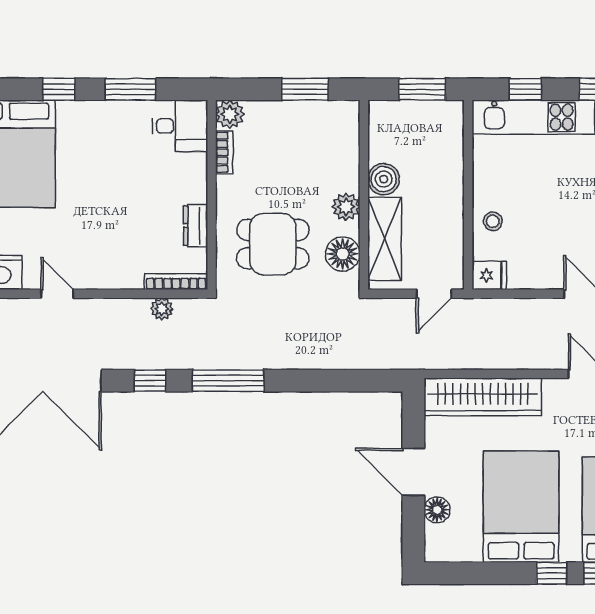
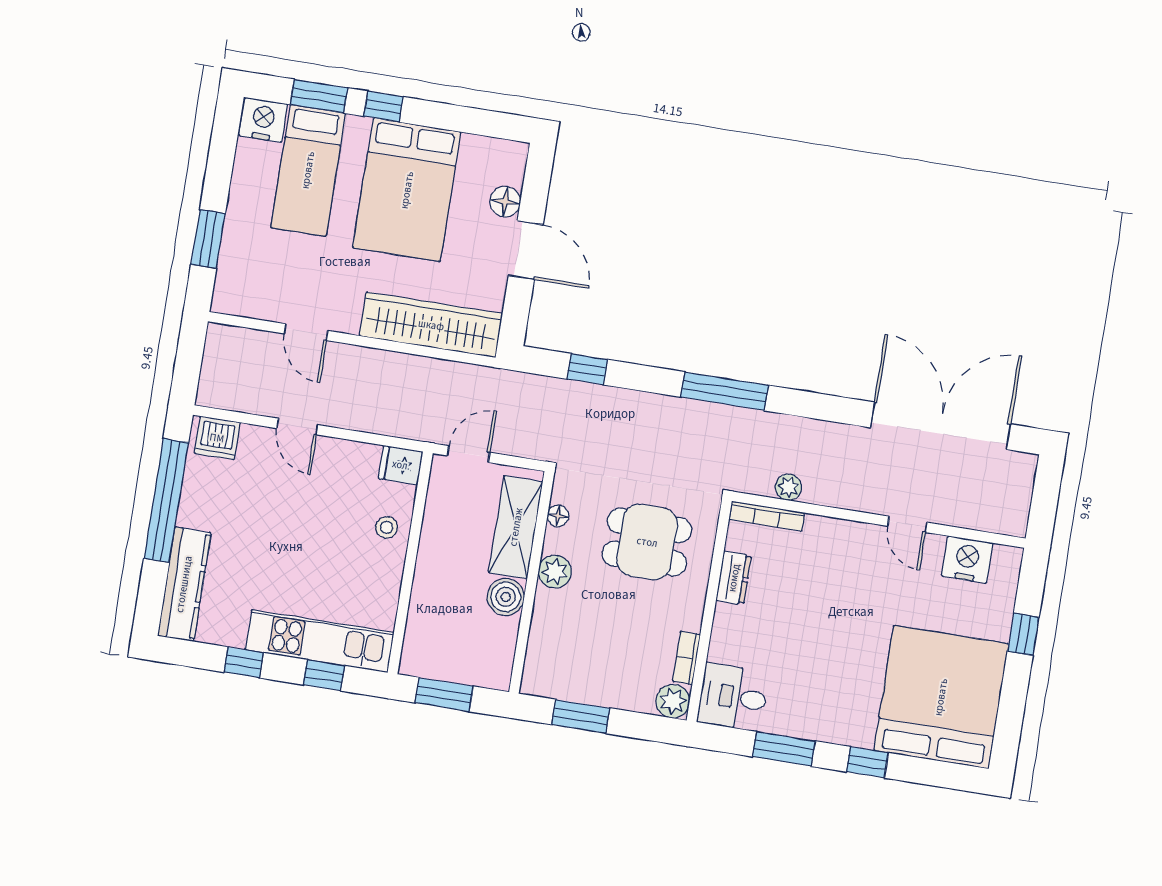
floor lamp: (343, 254) -> (558, 516), width x0.53, depth x0.53
window: (150, 381) -> (587, 369), moved

